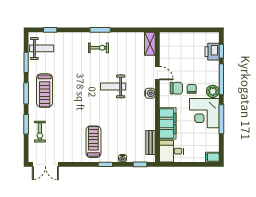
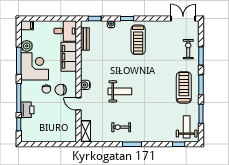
weight bench: (42, 48) -> (187, 127), turned 90
exercise bike: (98, 48) -> (121, 127), moved
printer: (212, 52) -> (27, 110), moved
plant: (213, 91) -> (27, 46), moved

